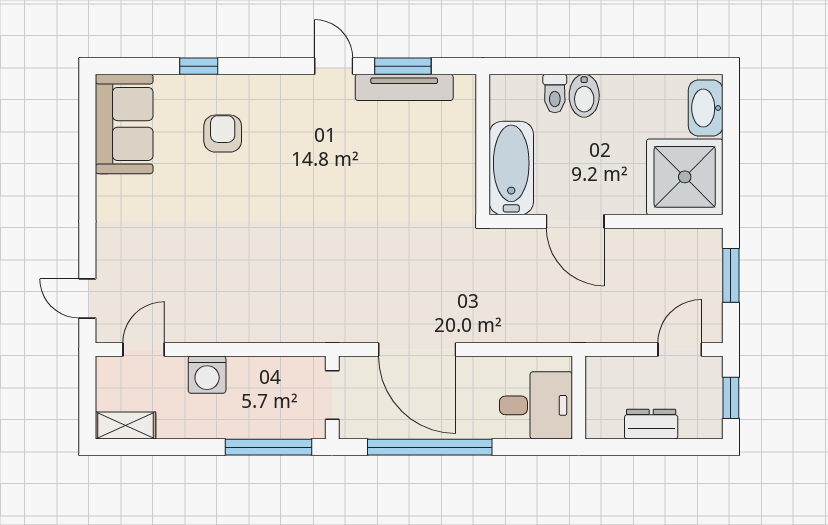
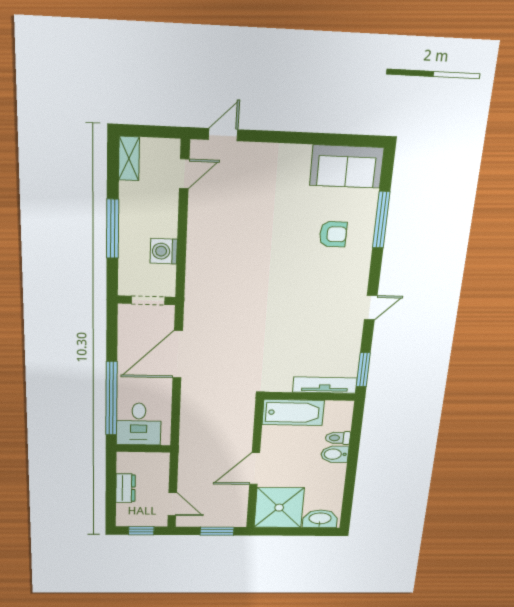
window: (199, 66) -> (381, 220), width x2.17
window: (403, 66) -> (363, 370), moved
tv unit: (404, 87) -> (325, 385), moved, turned 90
door: (575, 221) -> (255, 469), moved
door: (144, 349) -> (184, 174), hinge flipped
washing machine: (207, 375) -> (164, 251), moved
window: (269, 447) -> (113, 229), moved
window: (430, 447) -> (111, 399), moved

